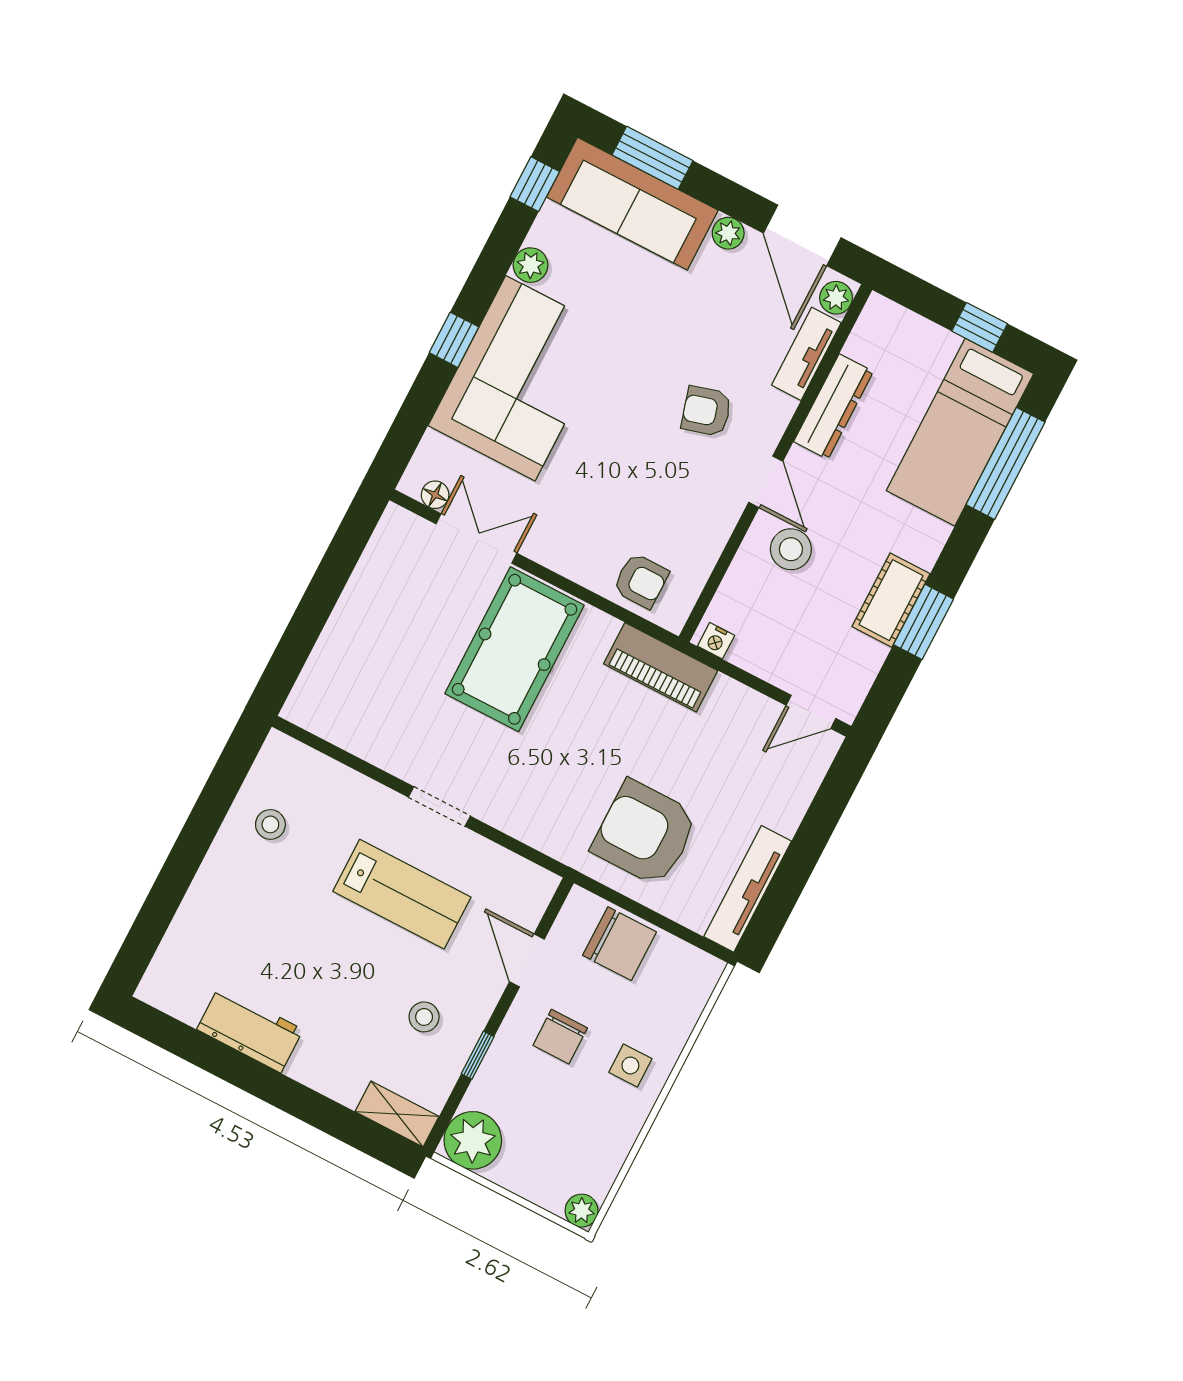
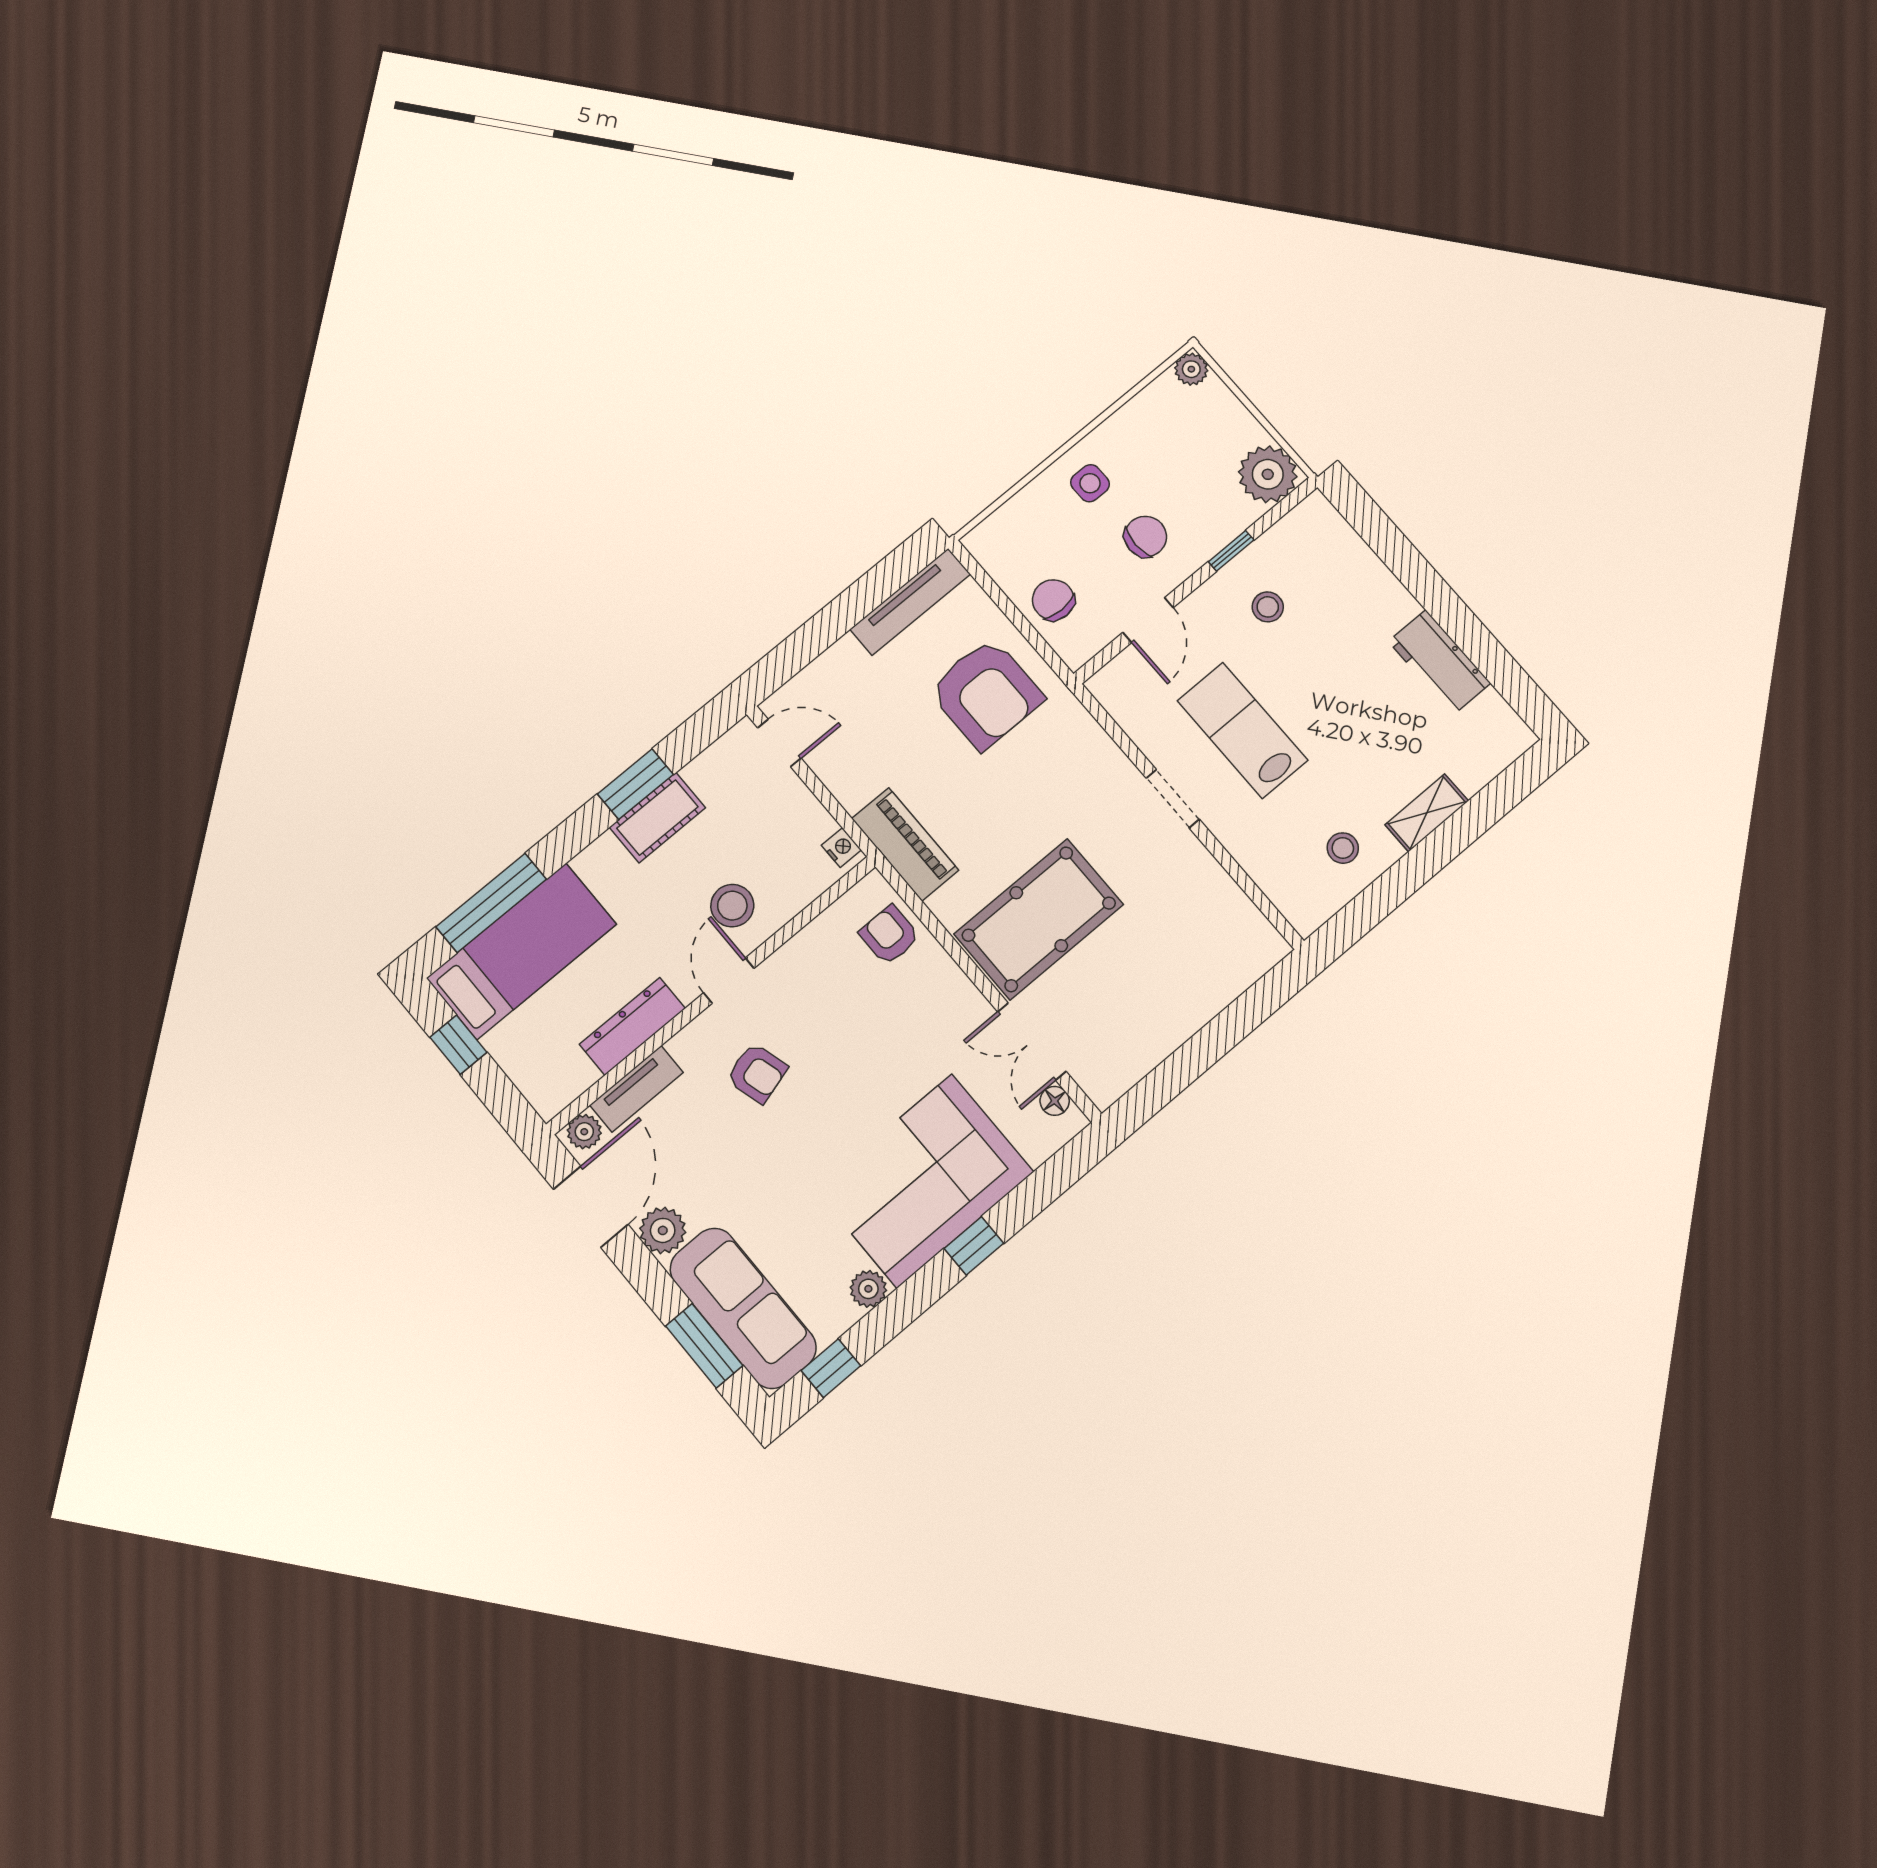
plant: (728, 233) -> (663, 1230), width x1.38, depth x1.38
chair: (620, 944) -> (1053, 600), width x0.73, depth x0.73
shelving: (397, 1114) -> (1427, 813), moved, turned 90

